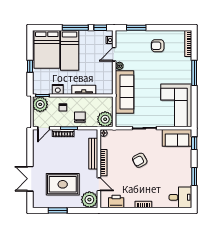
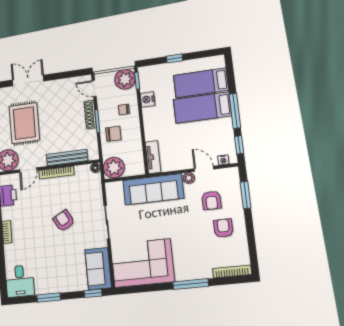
bed: (47, 49) -> (201, 83), width x0.67
armchair: (137, 52) -> (211, 200), added
tv unit: (84, 90) -> (153, 157), moved

